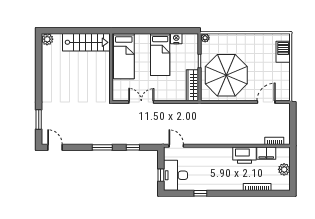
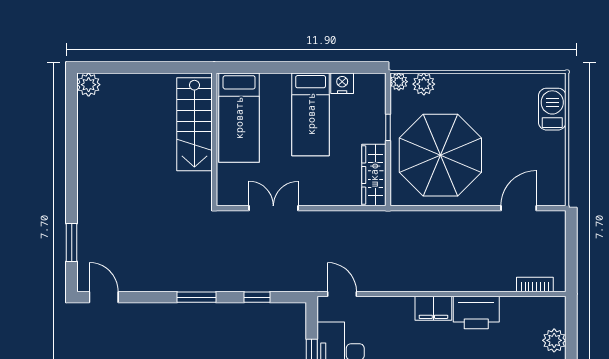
plant: (218, 39) -> (424, 84), added
stairs: (86, 42) -> (194, 124), moved, turned 90
filing cabinet: (266, 153) -> (433, 308), moved

